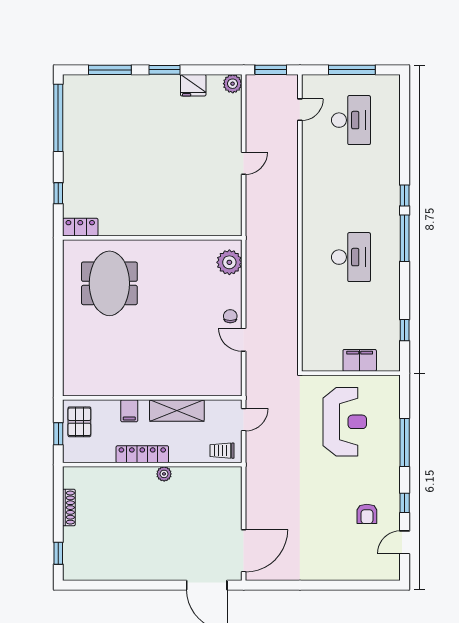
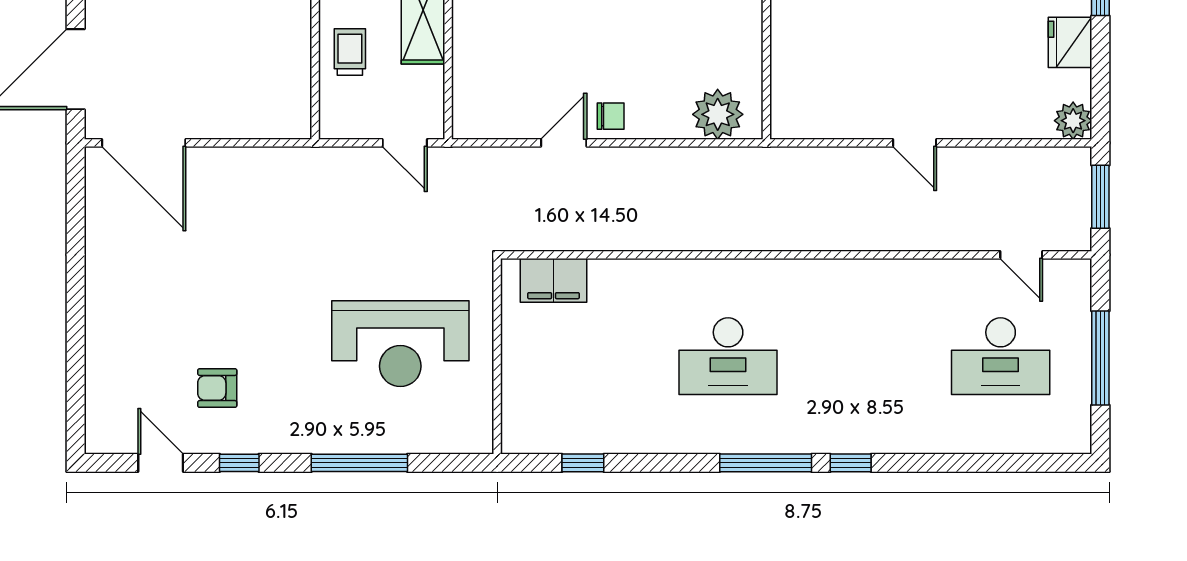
filing cabinet: (360, 360) -> (554, 280), moved, turned 90
trolley: (222, 451) -> (350, 52), moved

